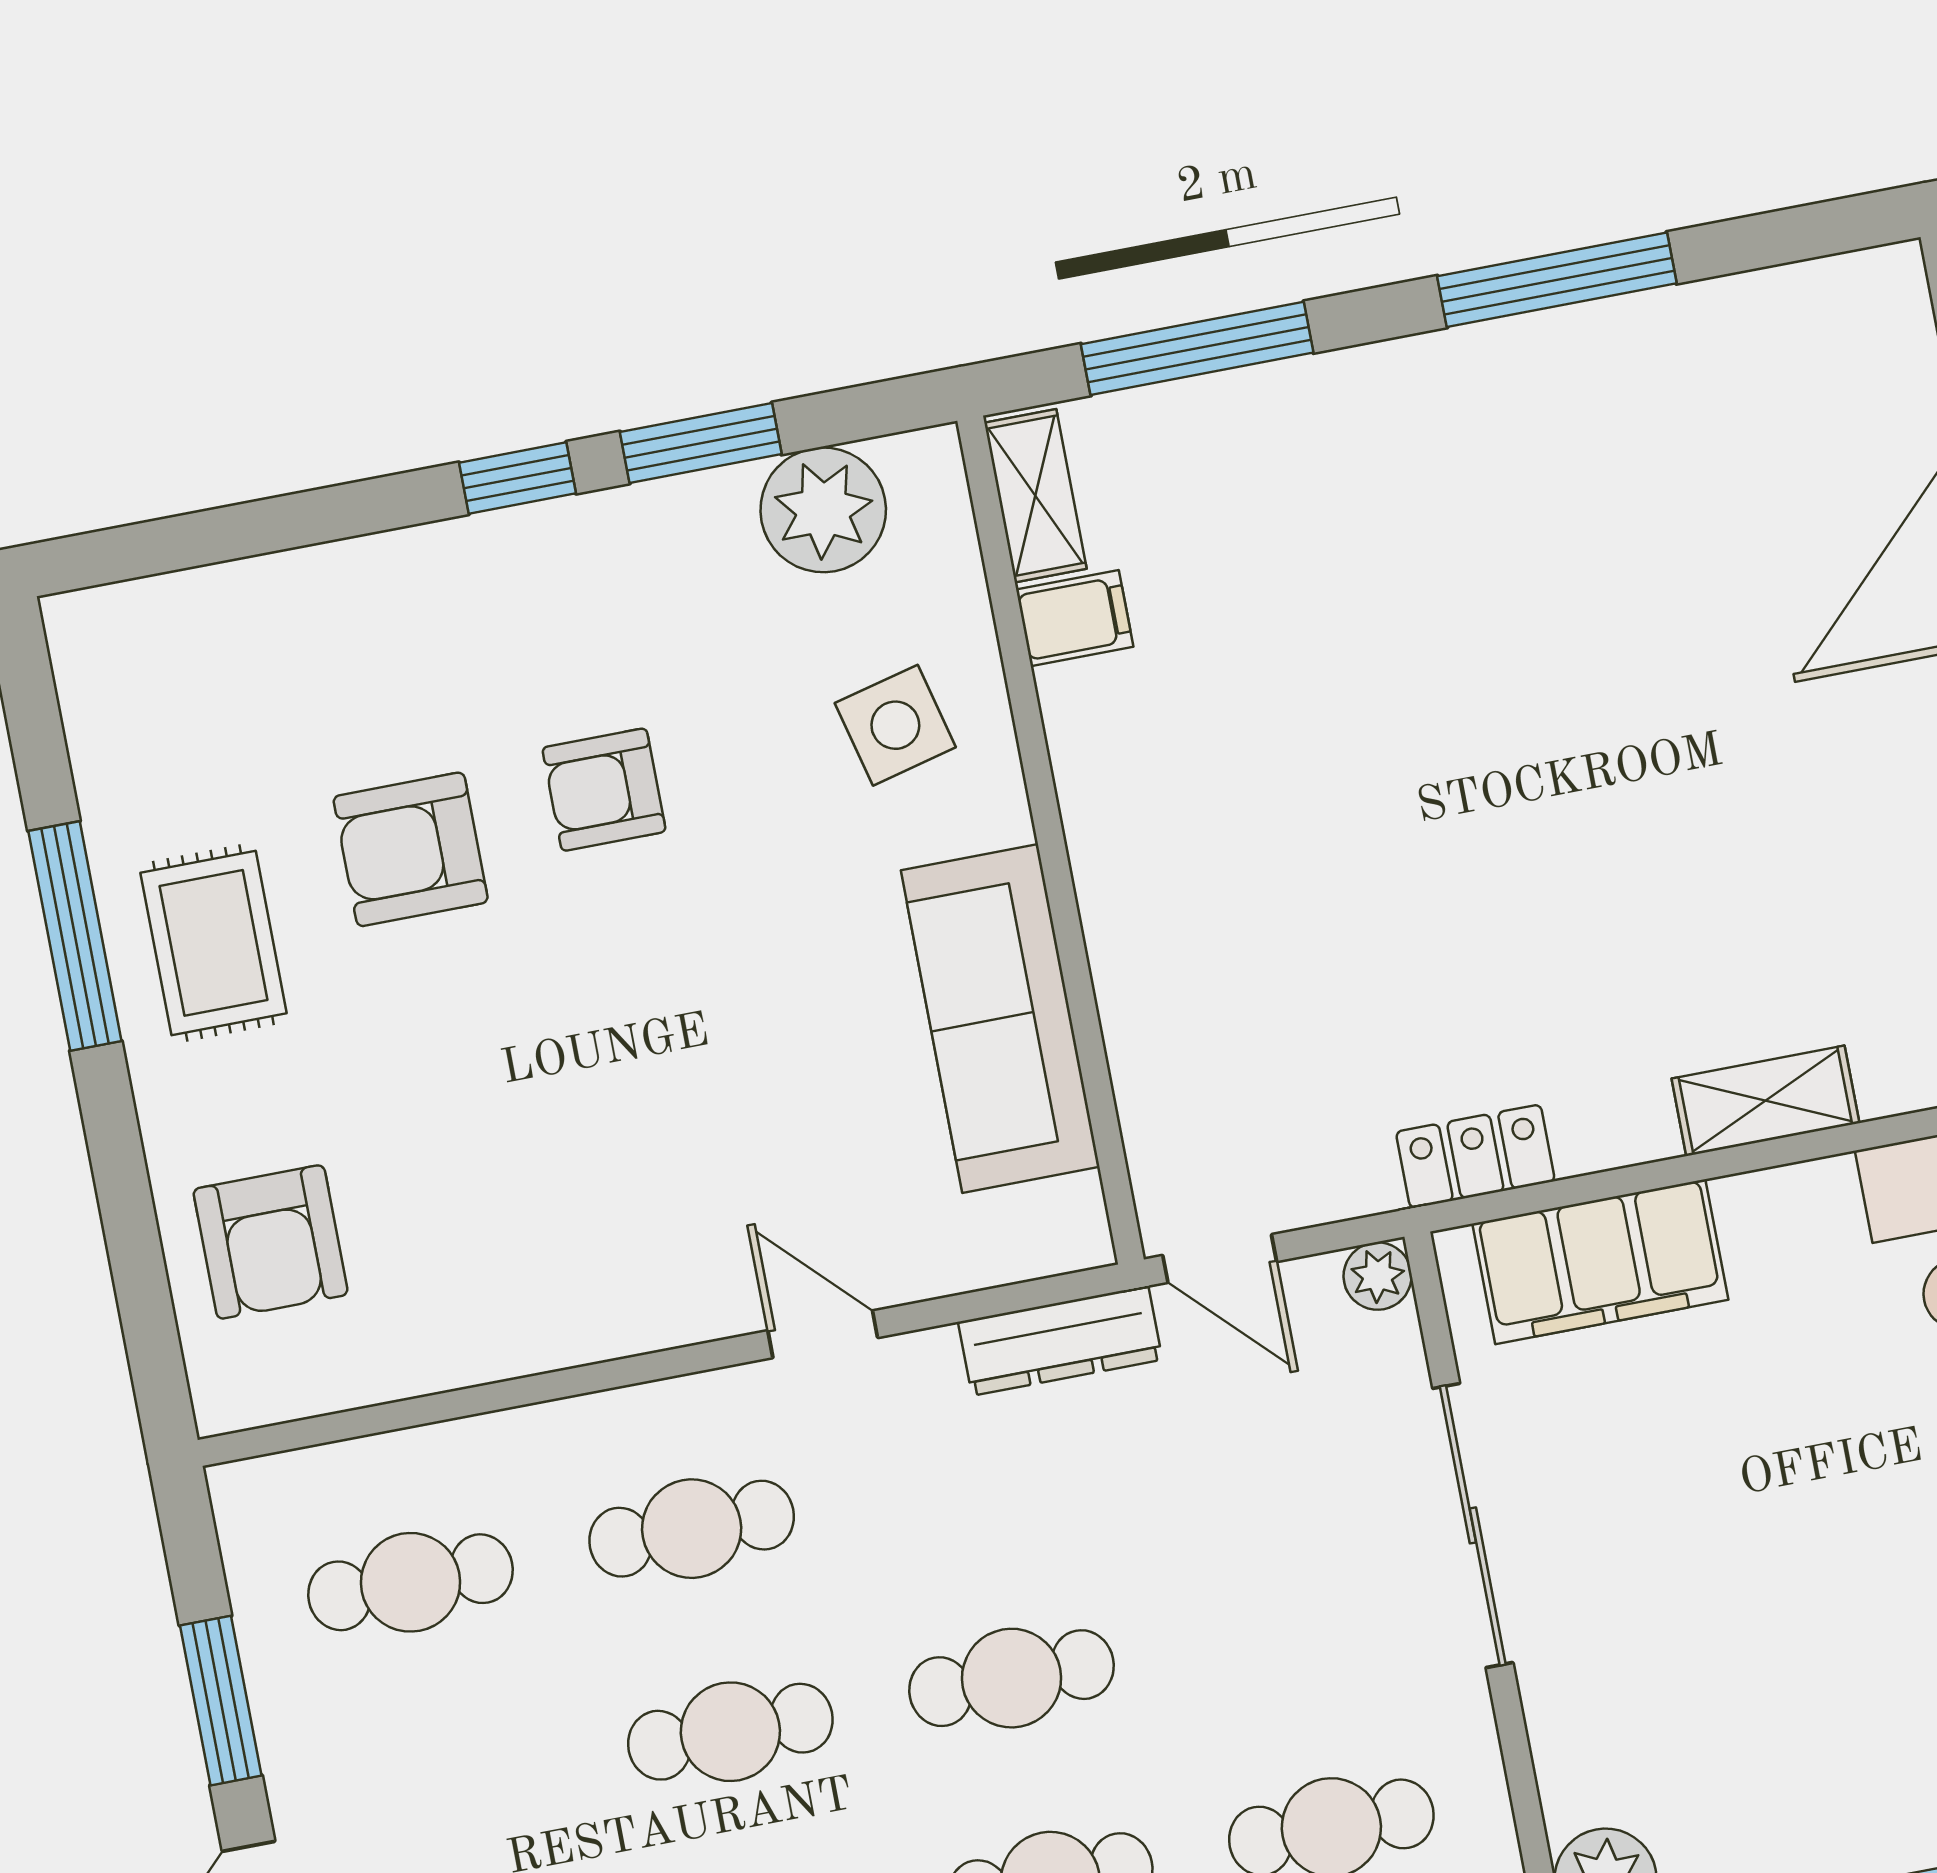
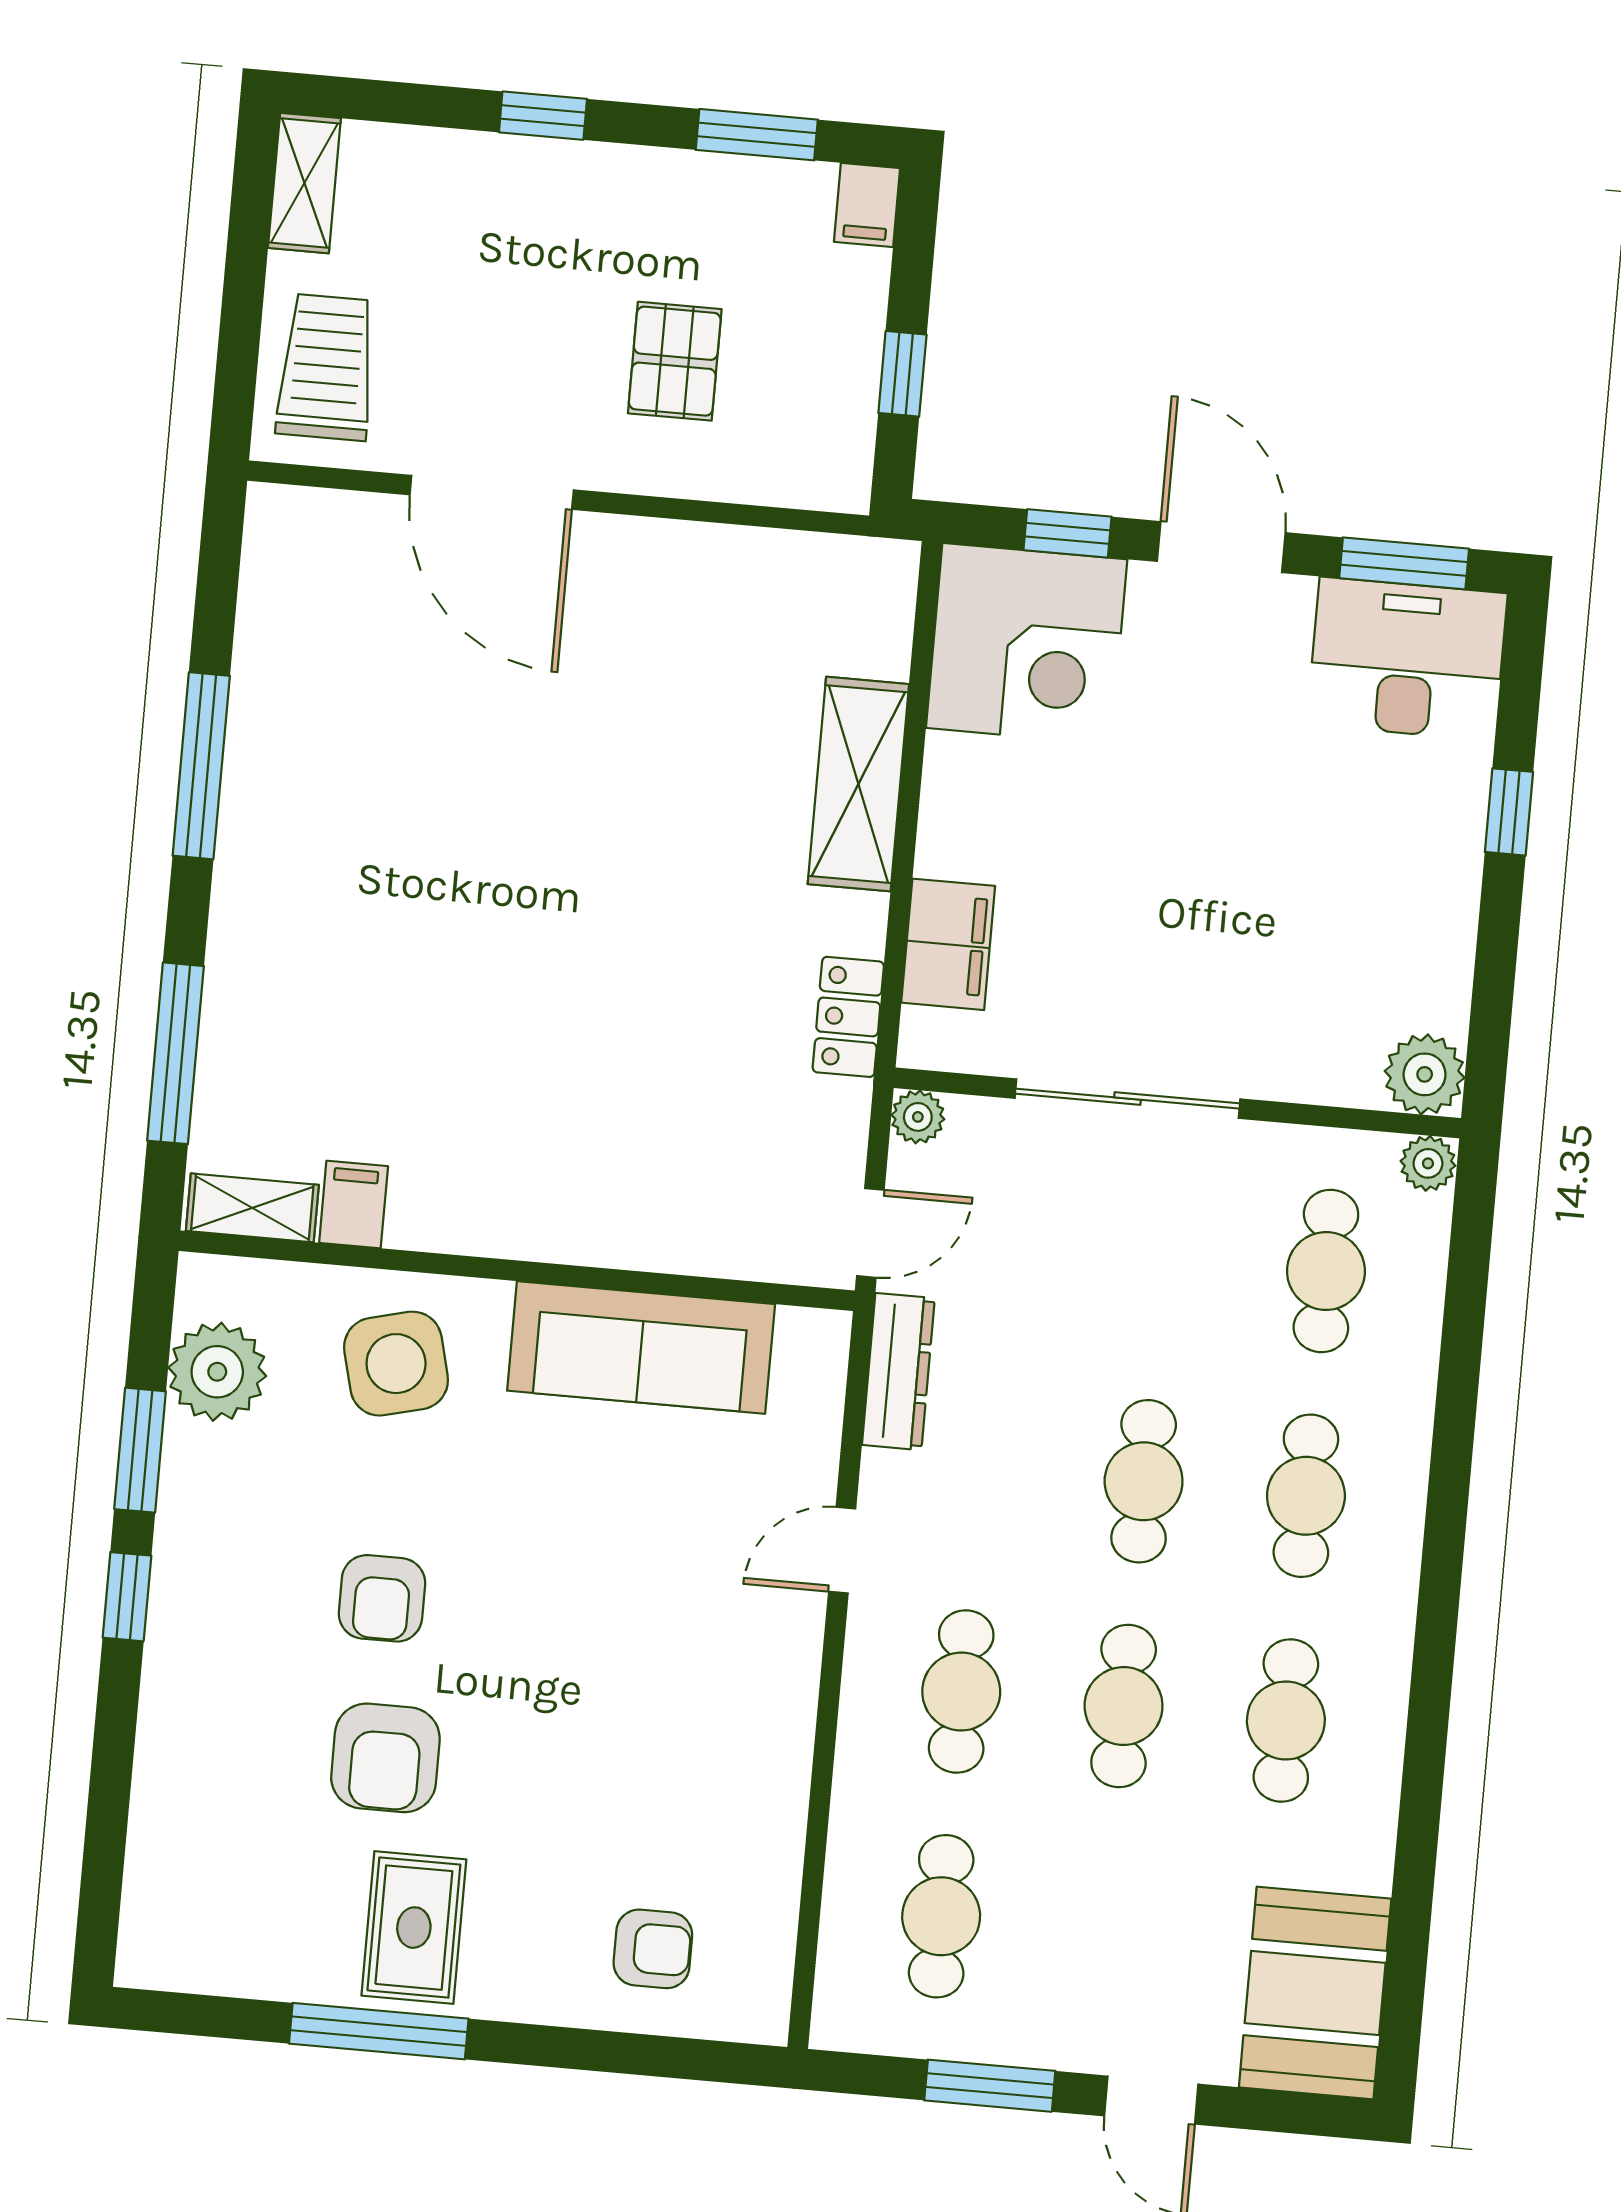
side table: (895, 725) -> (396, 1364), width x1.37, depth x1.37
rug: (214, 943) -> (414, 1928), turned 90
shelving: (1765, 1101) -> (858, 784), width x1.50, depth x1.33
armchair: (271, 1242) -> (653, 1949), width x0.72, depth x0.72
filing cabinet: (1600, 1262) -> (948, 944), width x0.67, depth x0.86

